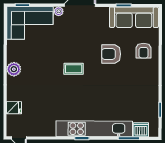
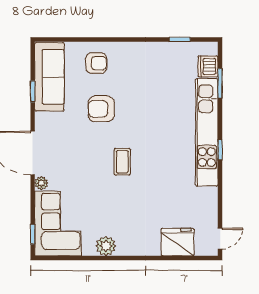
armchair: (111, 54) -> (101, 109), turned 90
plant: (14, 69) -> (106, 246), moved
fridge: (14, 108) -> (177, 242), width x1.88, depth x1.34

